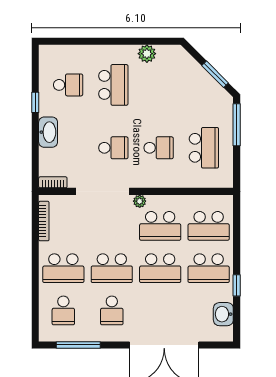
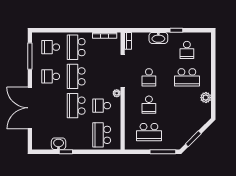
school desk: (160, 226) -> (102, 106), width x0.54
school desk: (209, 268) -> (76, 135), removed
washbasin: (223, 314) -> (59, 144), moved

